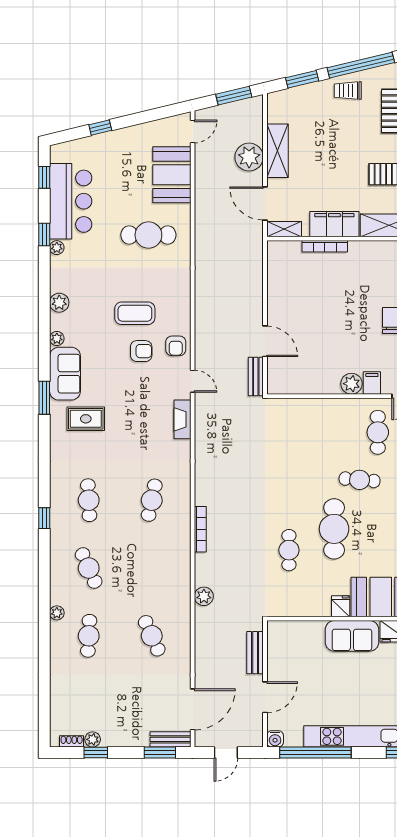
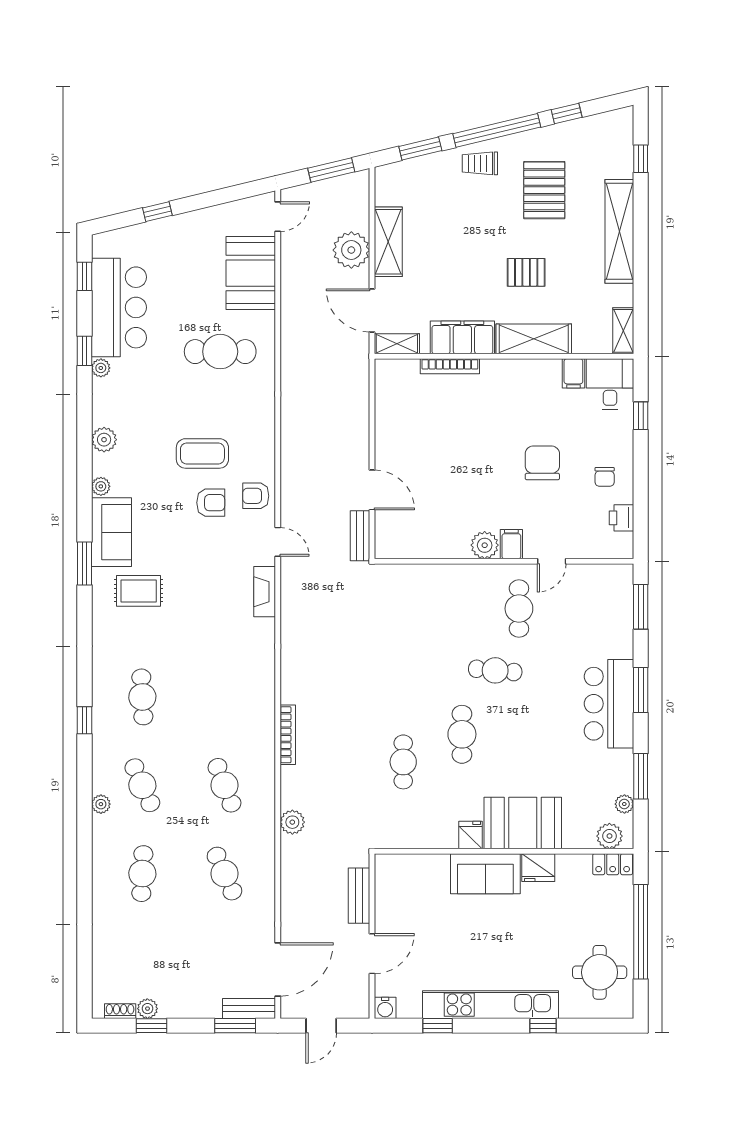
armchair: (176, 346) -> (256, 496), turned 90
cafe table: (152, 500) -> (224, 785), moved, turned -33
cafe table: (334, 529) -> (462, 734), width x0.73, depth x0.74
plant: (57, 613) -> (101, 804), moved
window: (315, 753) -> (438, 1026), width x0.32

